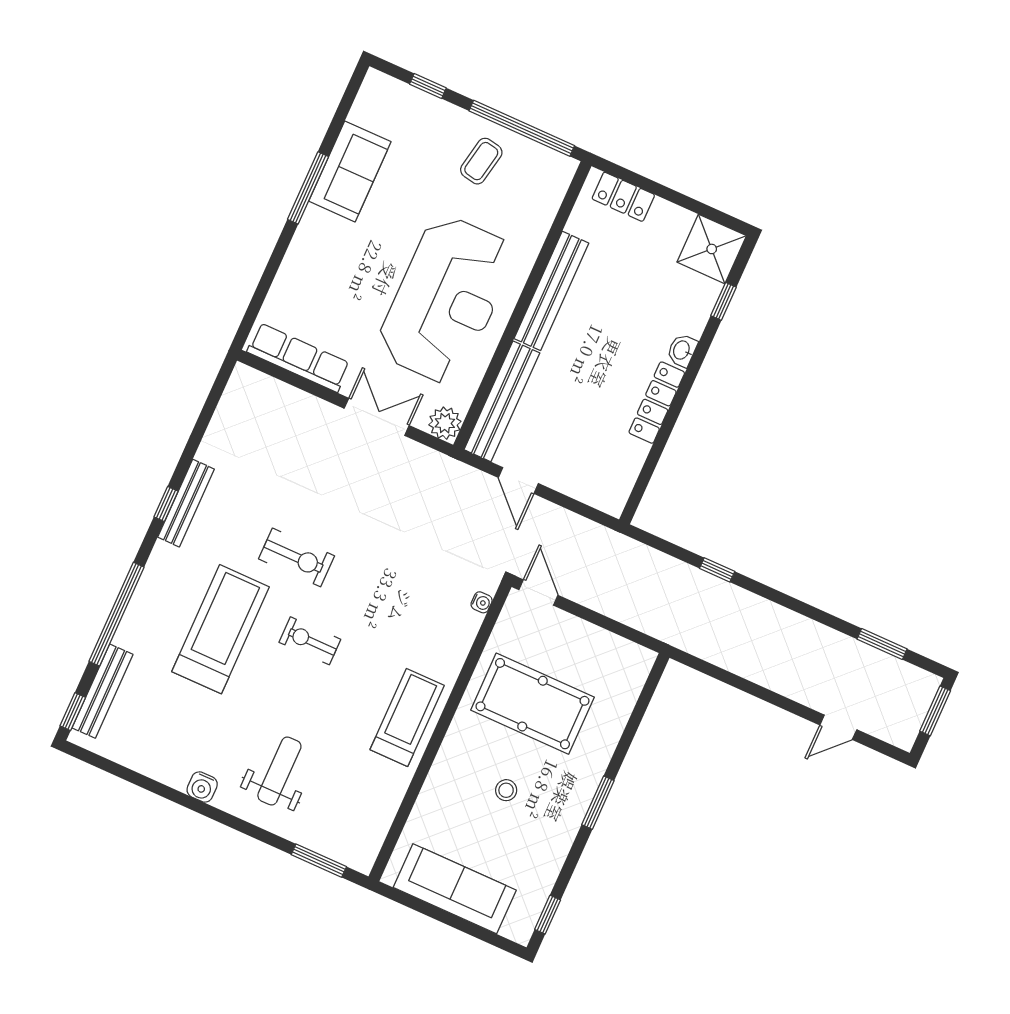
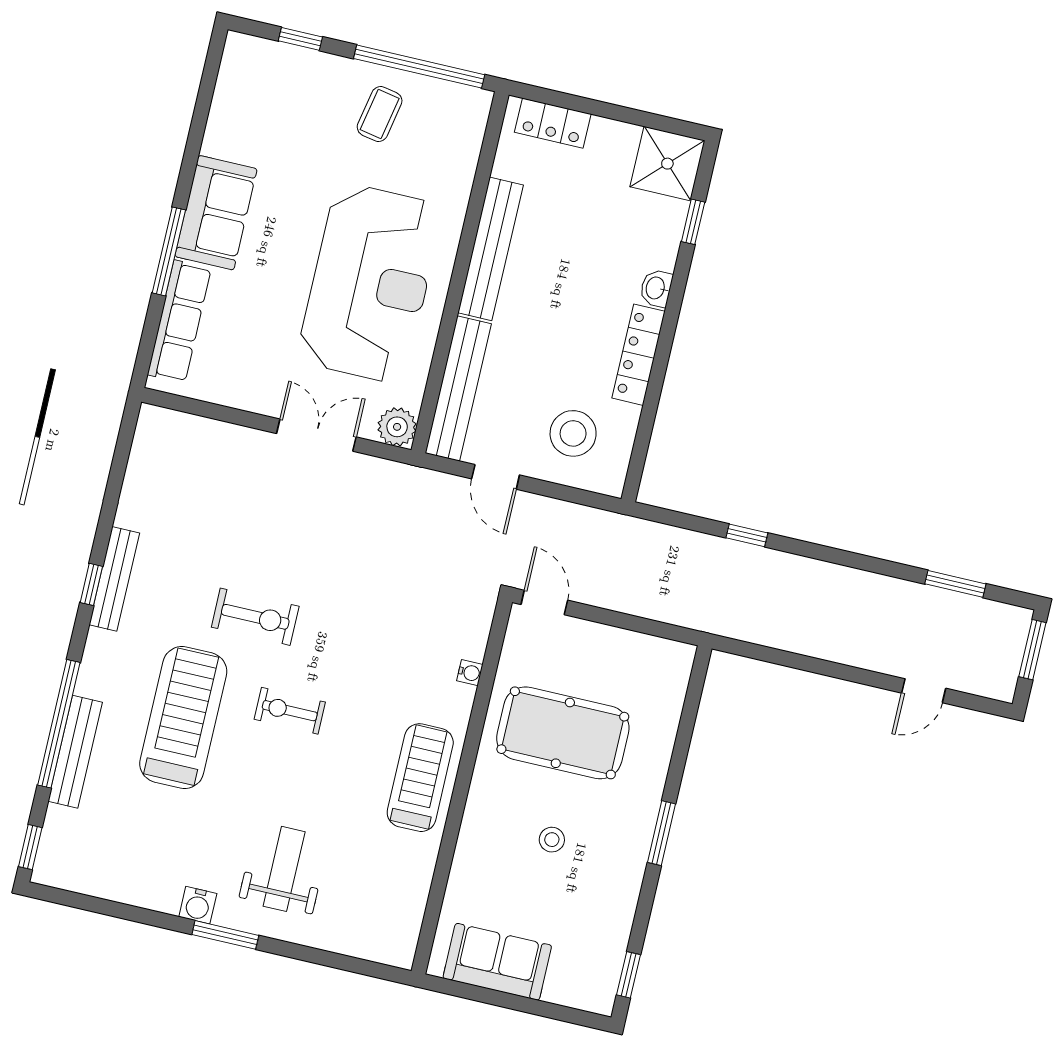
sofa: (350, 171) -> (216, 213), moved
window: (308, 188) -> (169, 251), moved
row of seats: (299, 358) -> (179, 321), moved, turned 90
stool: (590, 457) -> (573, 433), added
water cooler: (482, 602) -> (470, 673), moved
bench: (102, 691) -> (75, 752), moved
window: (319, 861) -> (225, 935), moved
sofa: (455, 889) -> (497, 962), width x0.73

